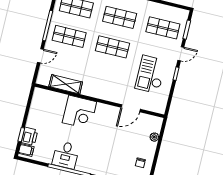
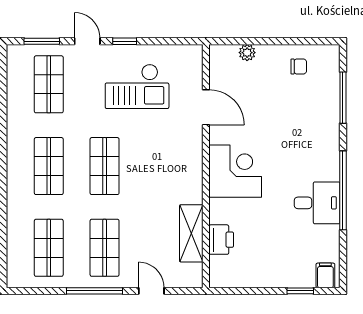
corner desk: (79, 112) -> (235, 171), moved
printer: (29, 136) -> (221, 240), moved, turned 90

